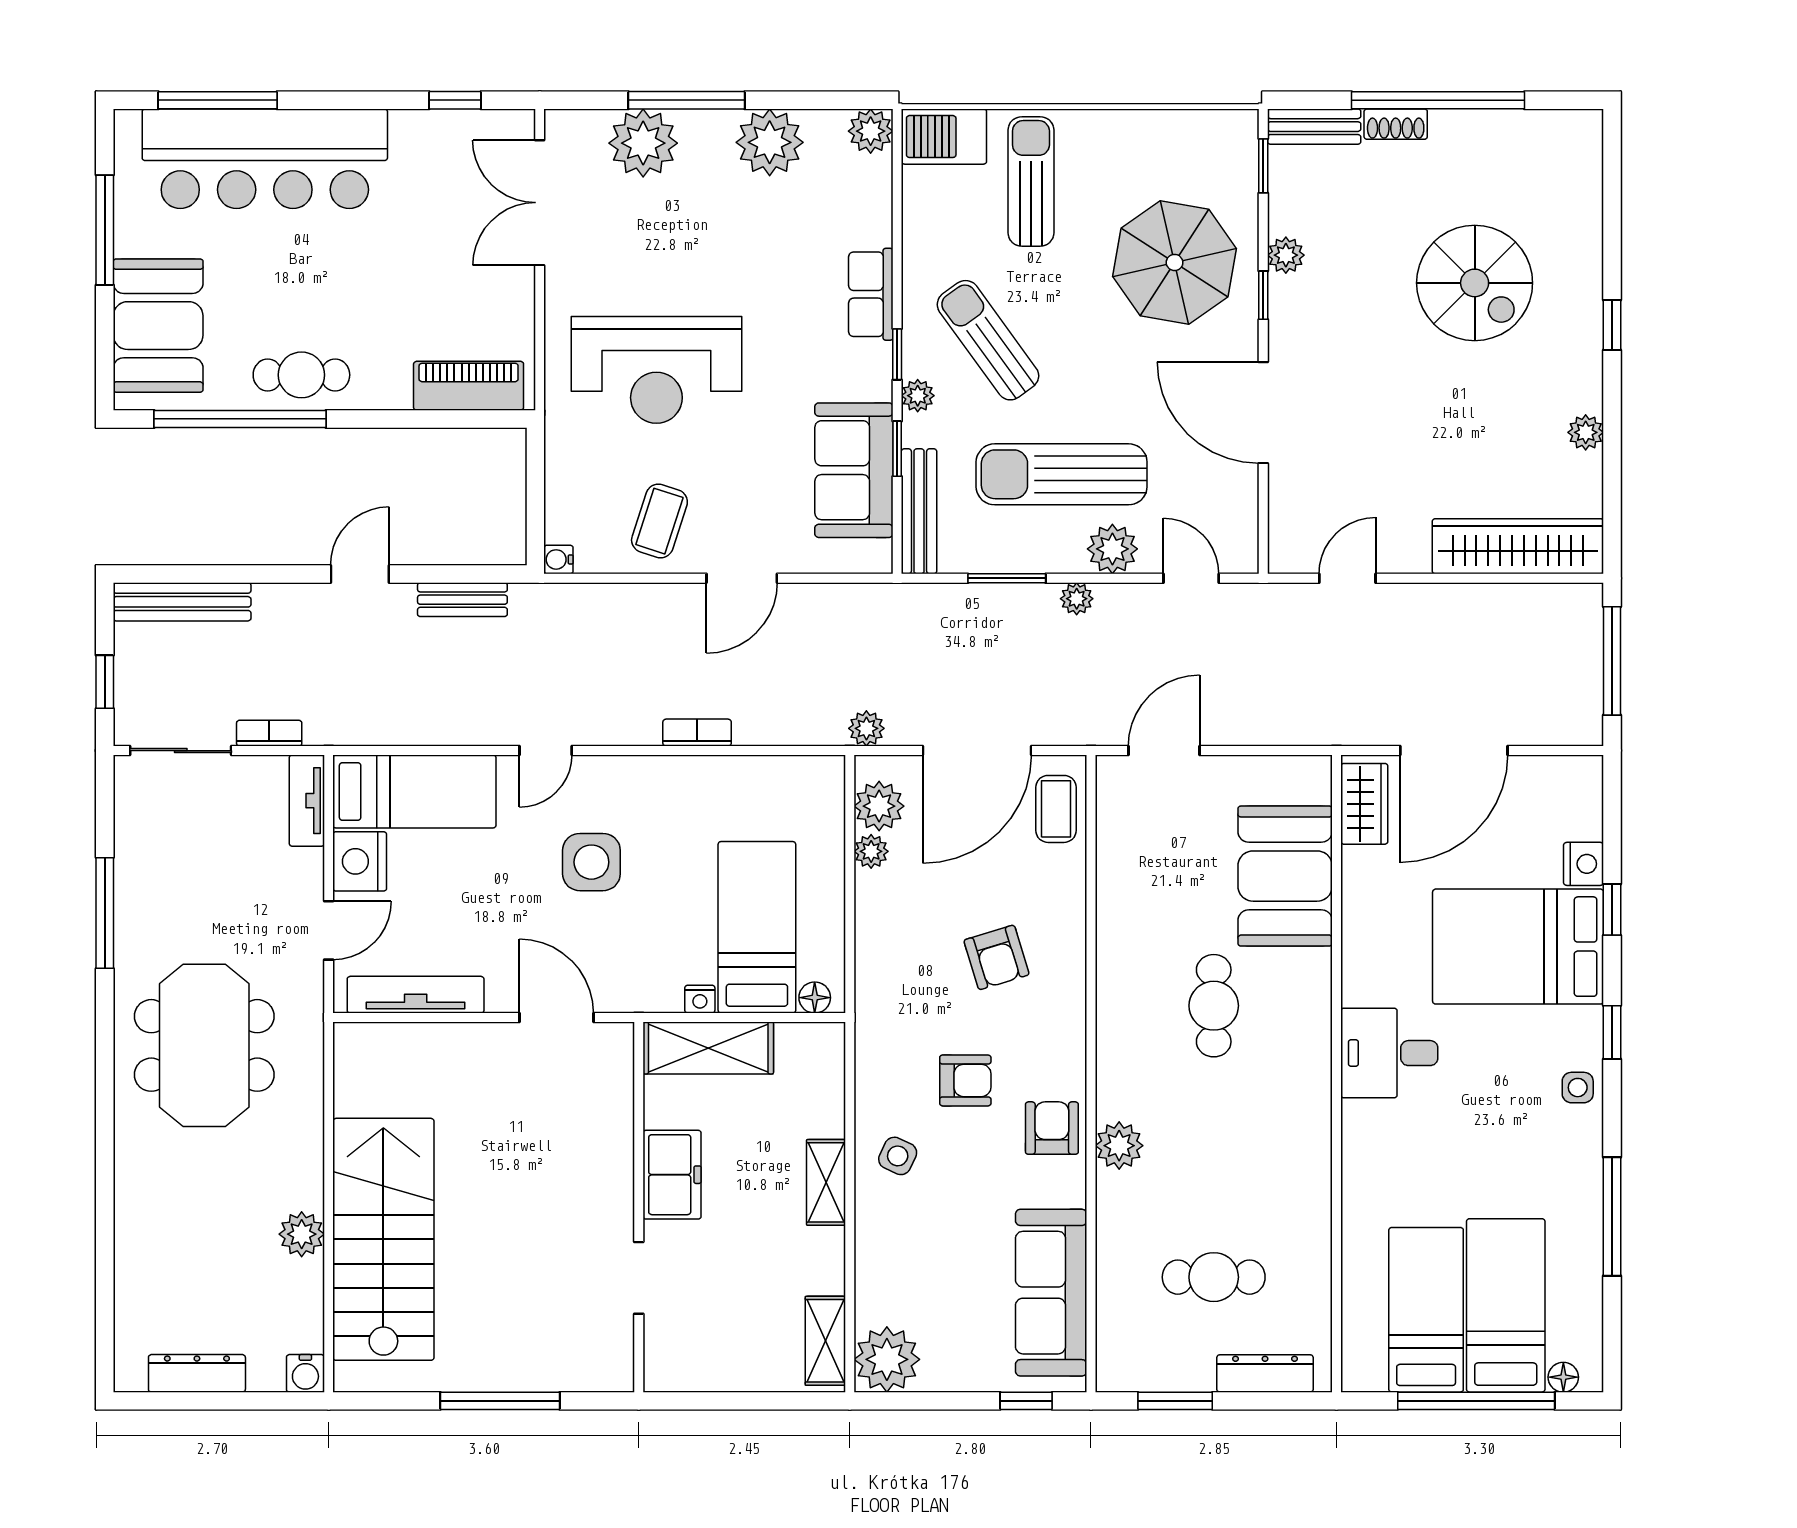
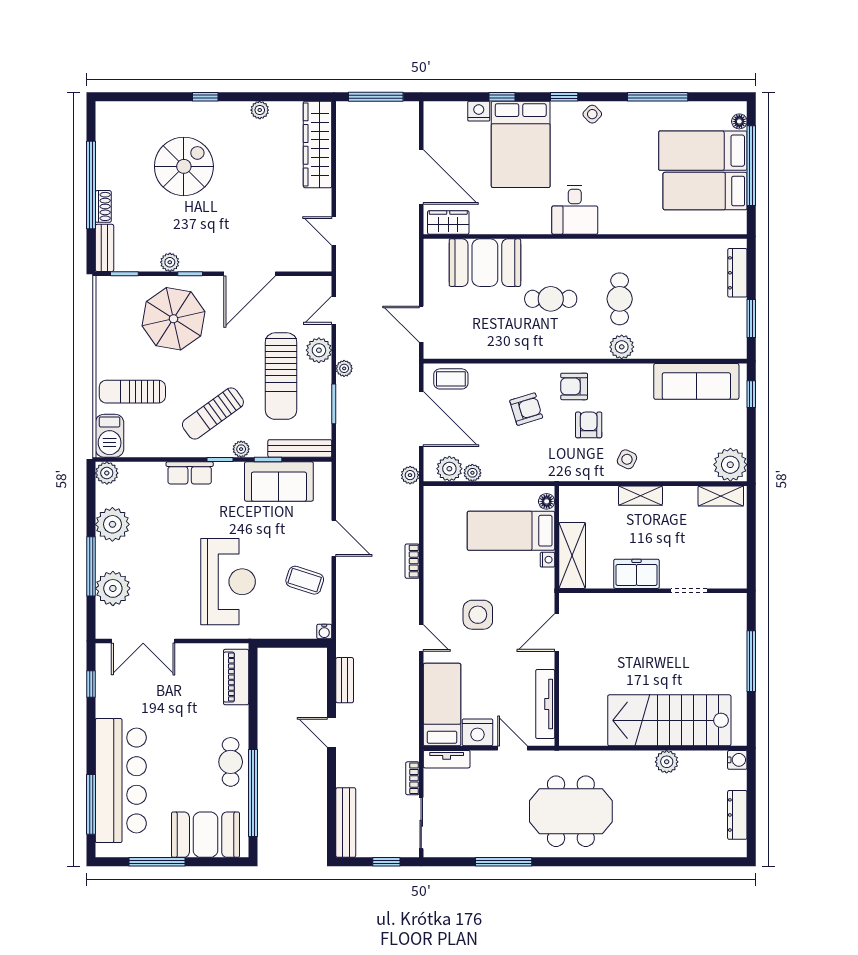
side table: (1578, 1088) -> (592, 114), turned 45
armchair: (1052, 1128) -> (574, 386), moved
cafe table: (1214, 1277) -> (620, 299), moved

